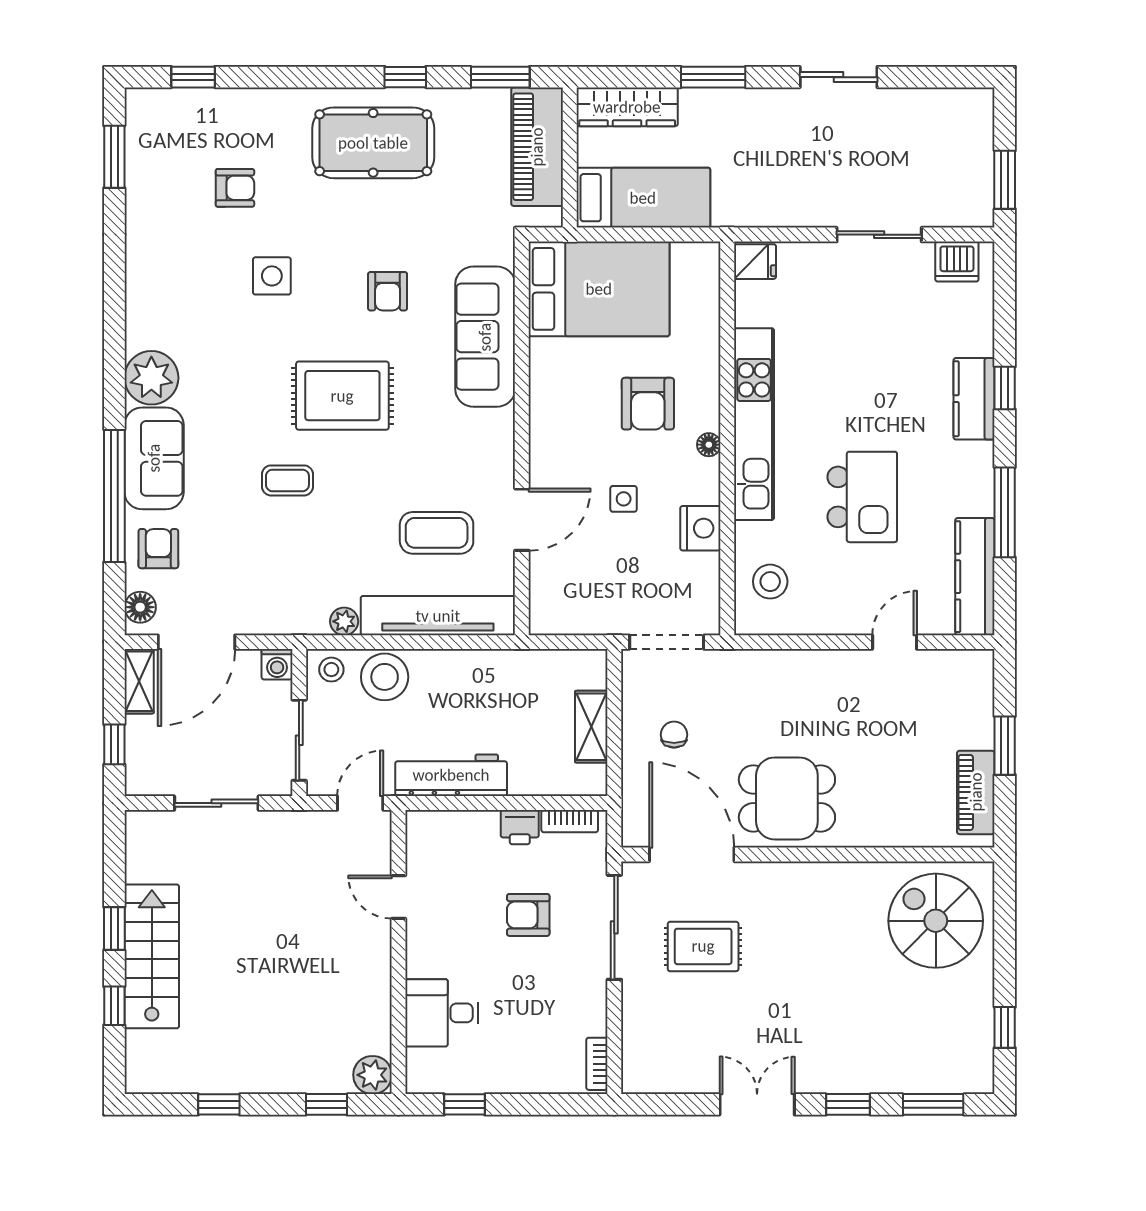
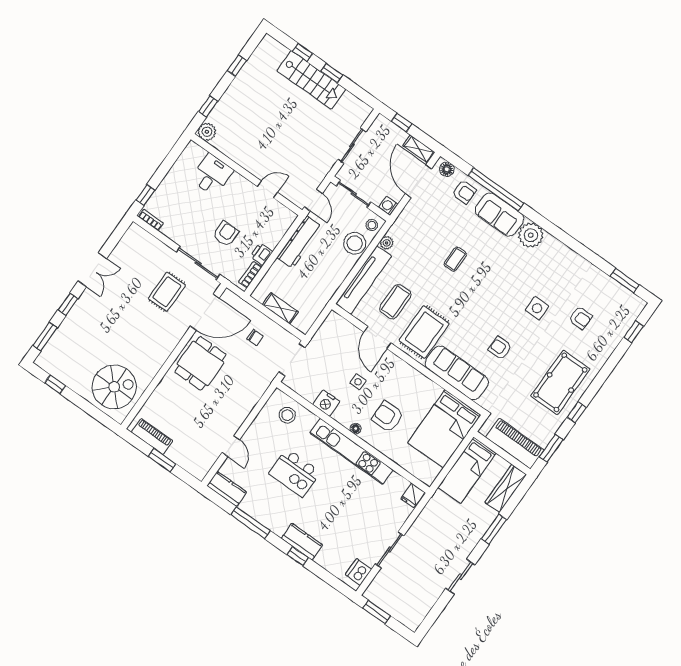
armchair: (235, 188) -> (580, 318), turned -90
rug: (342, 396) -> (424, 332), moved
kitchen counter: (975, 577) -> (227, 489), width x0.67
window: (464, 1104) -> (145, 195), moved

